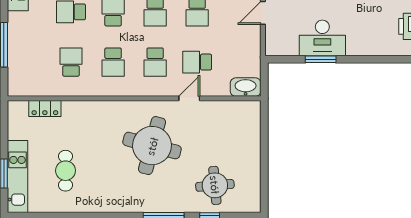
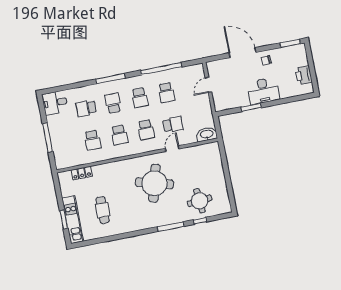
desk: (322, 38) -> (263, 91), moved
school desk: (71, 62) -> (93, 140), turned 180
school desk: (197, 62) -> (173, 124), turned 180

